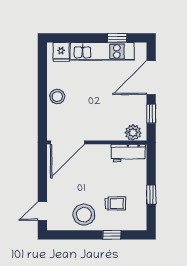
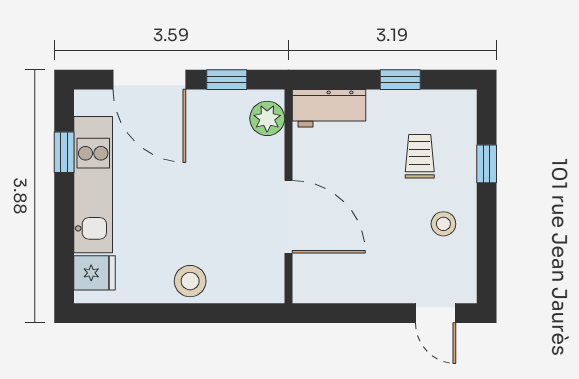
door: (67, 142) -> (288, 217), moved
workbench: (128, 153) -> (329, 108), moved, turned 90
stool: (84, 215) -> (443, 224), width x0.53, depth x0.53

